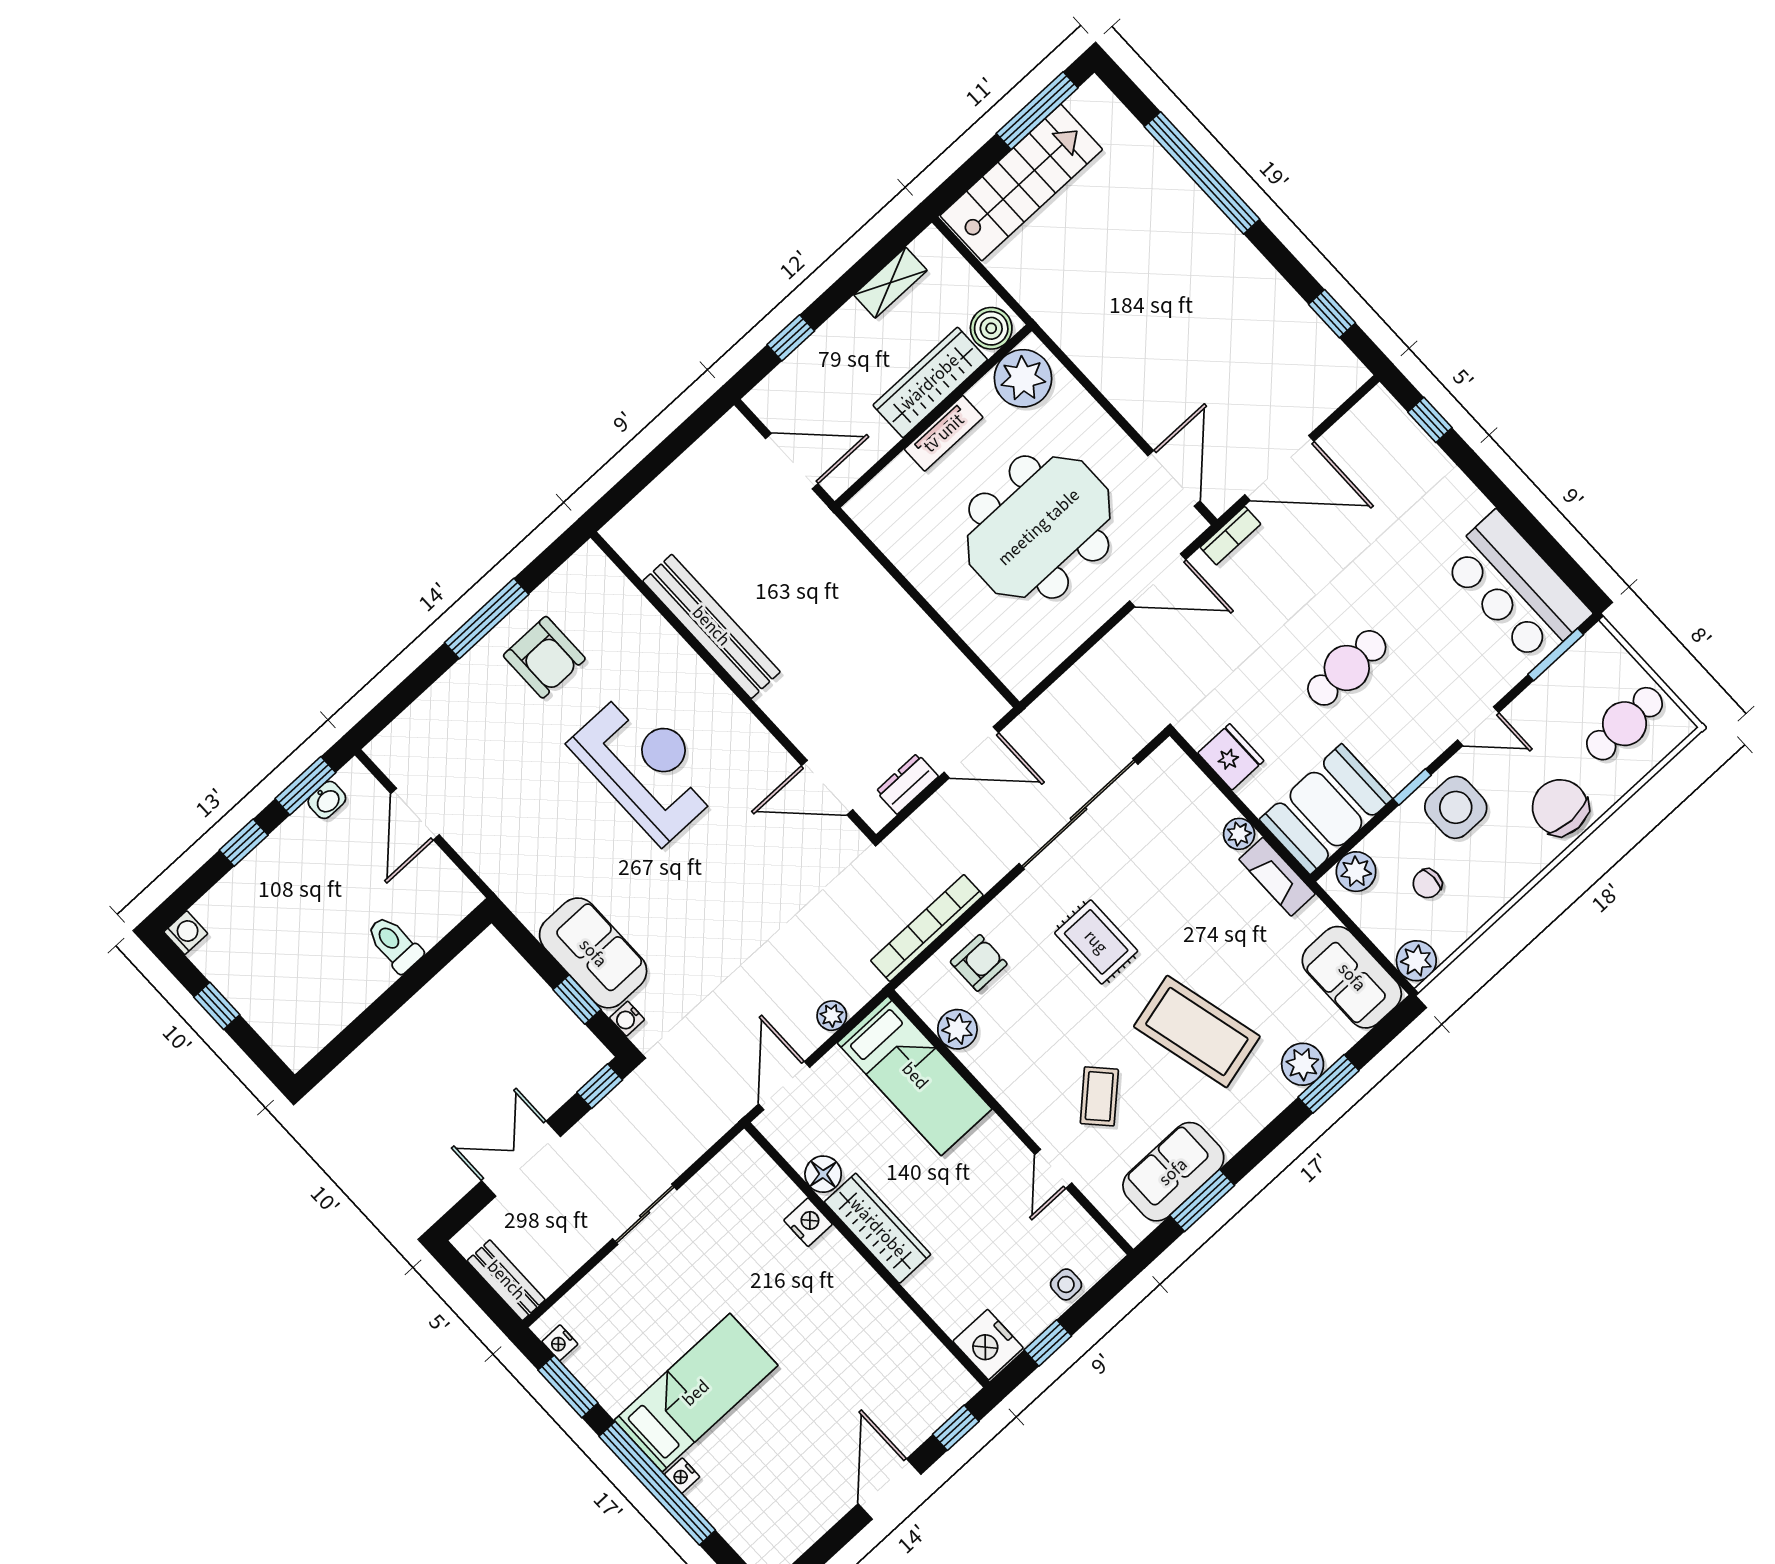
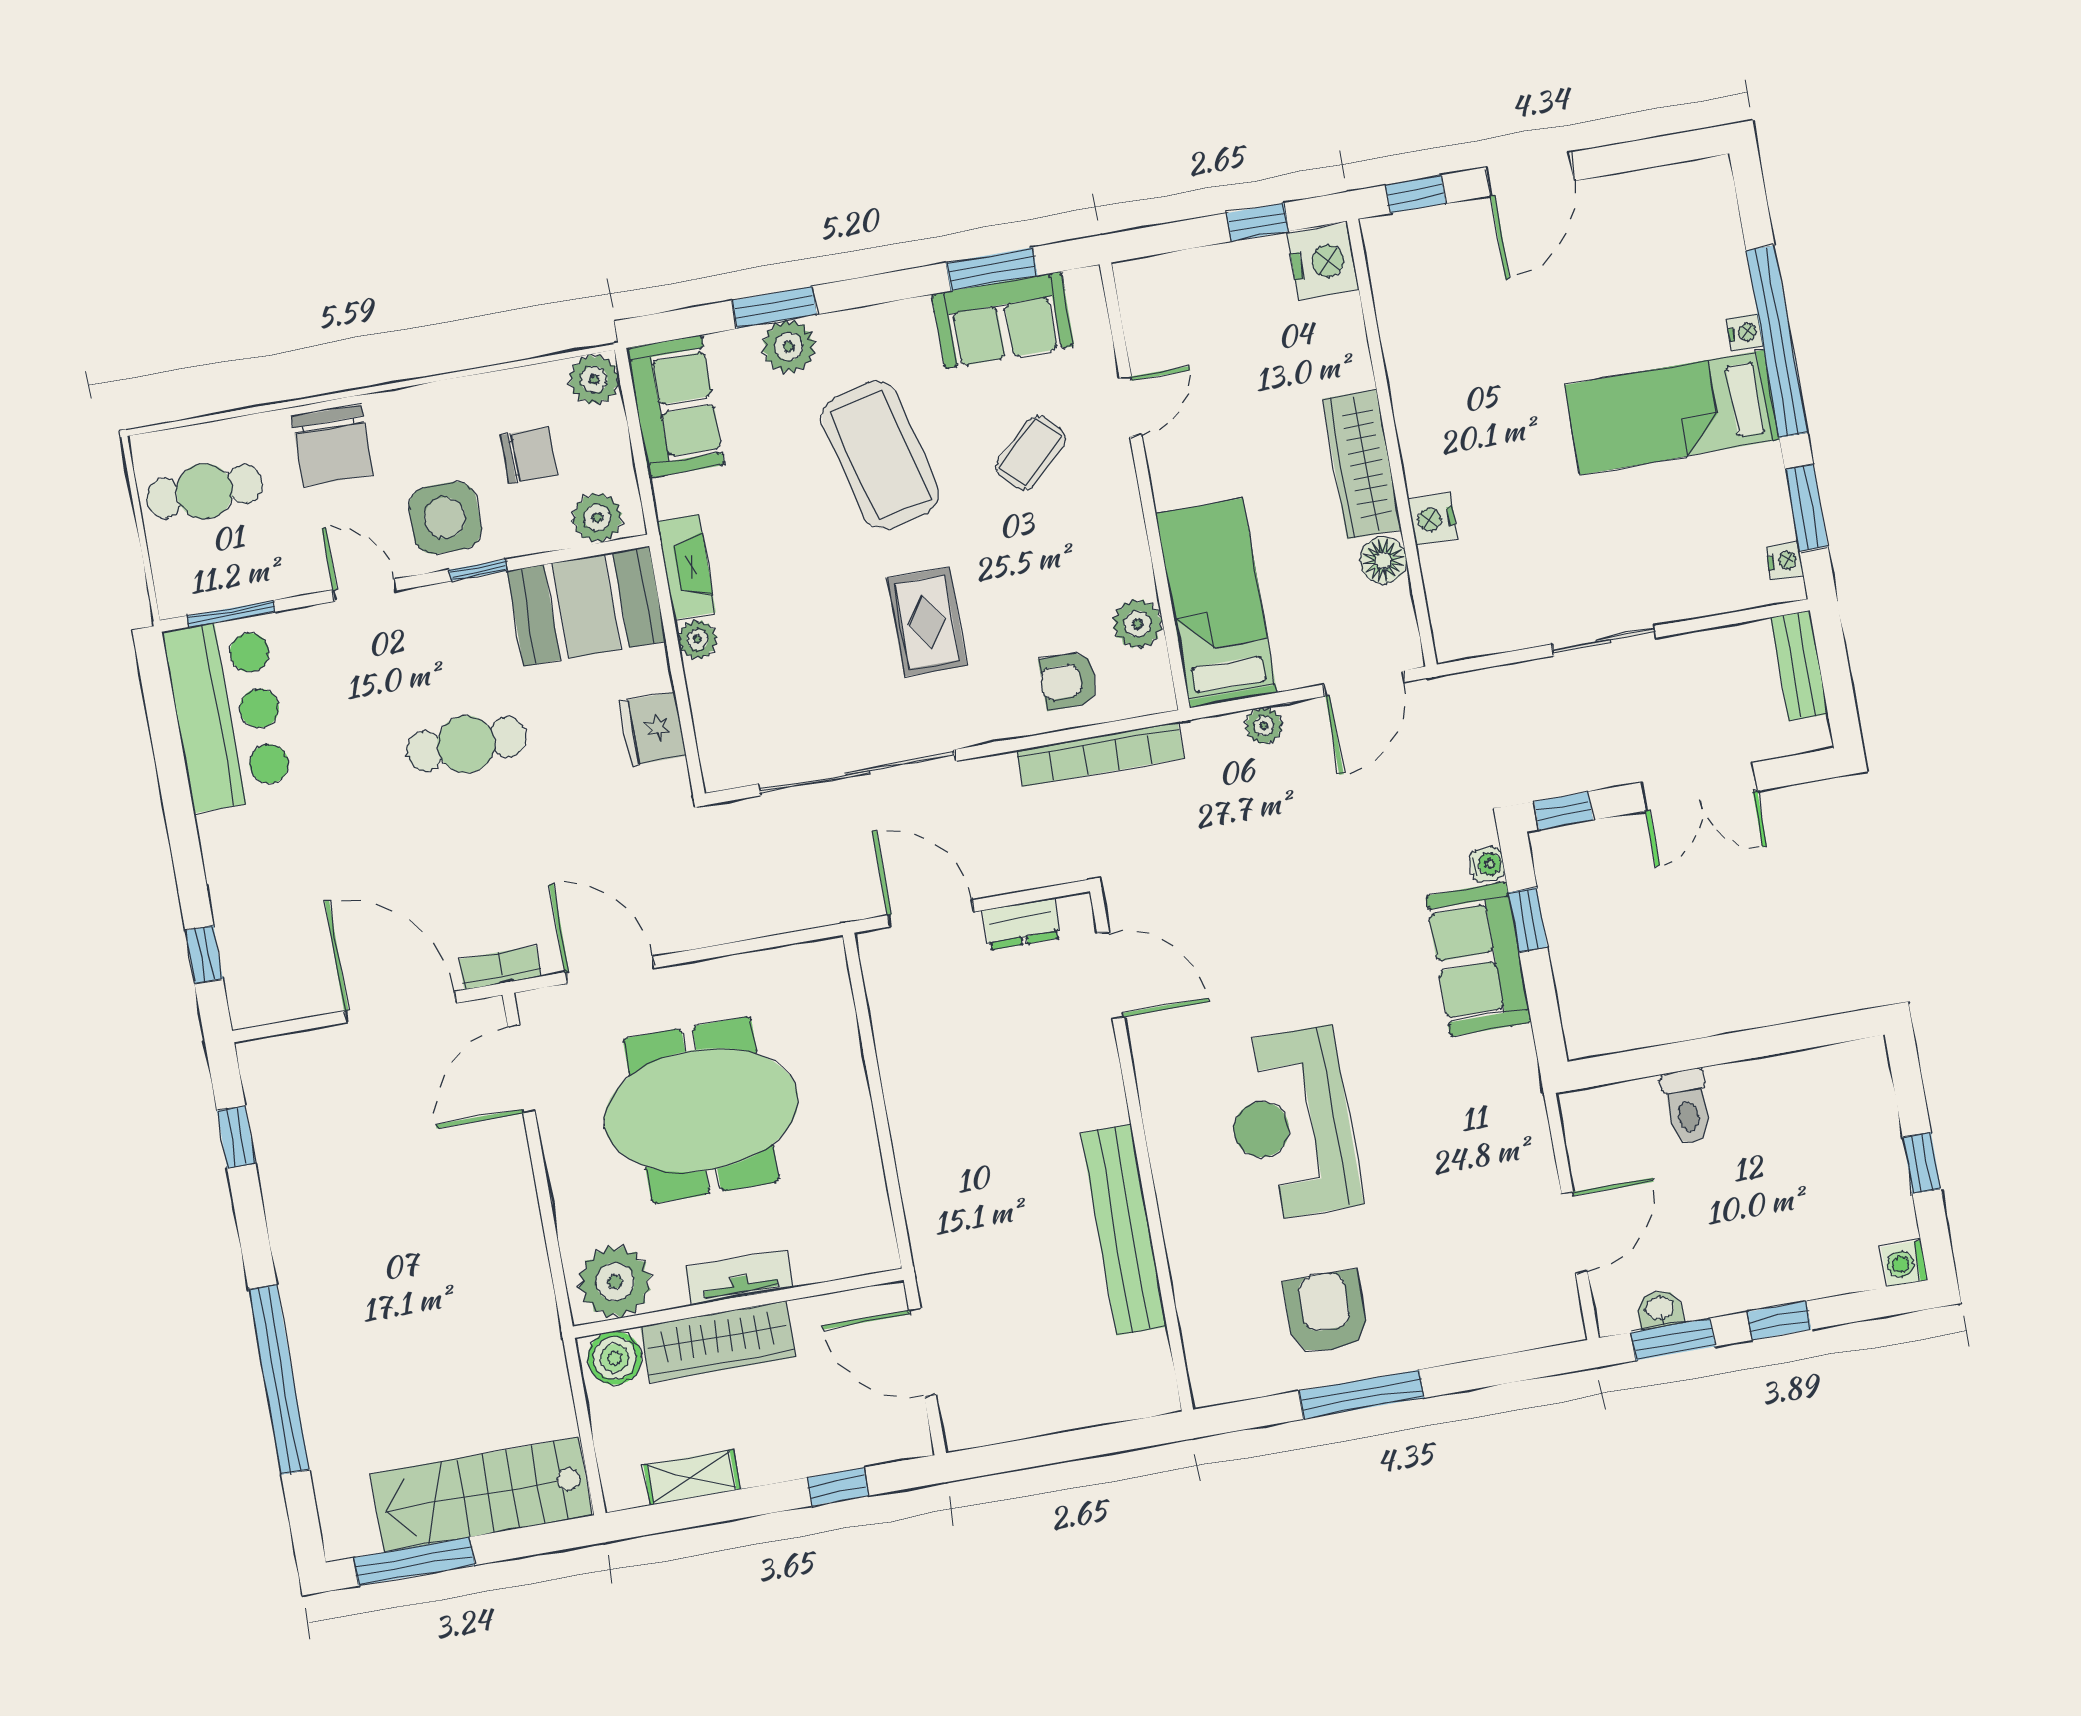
chair: (1427, 883) -> (528, 455), width x1.37, depth x1.37
side table: (1066, 1284) -> (1197, 273), removed

